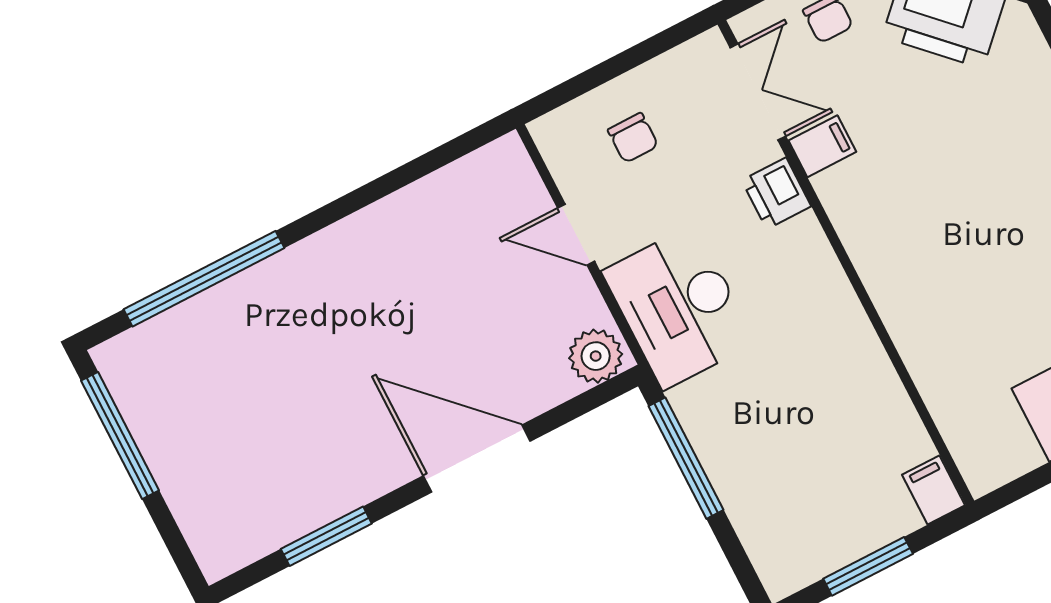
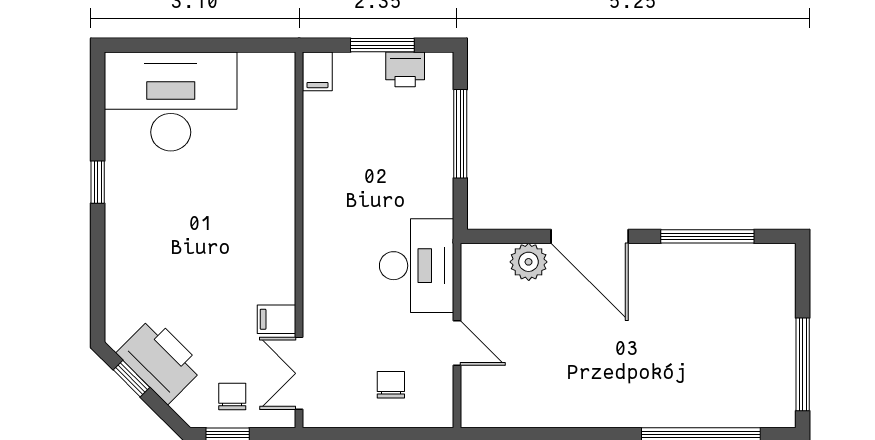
printer: (776, 193) -> (405, 69), moved, turned 90
plant: (596, 356) -> (529, 262), moved
window: (686, 458) -> (460, 134), moved
window: (326, 536) -> (707, 236), width x1.44

